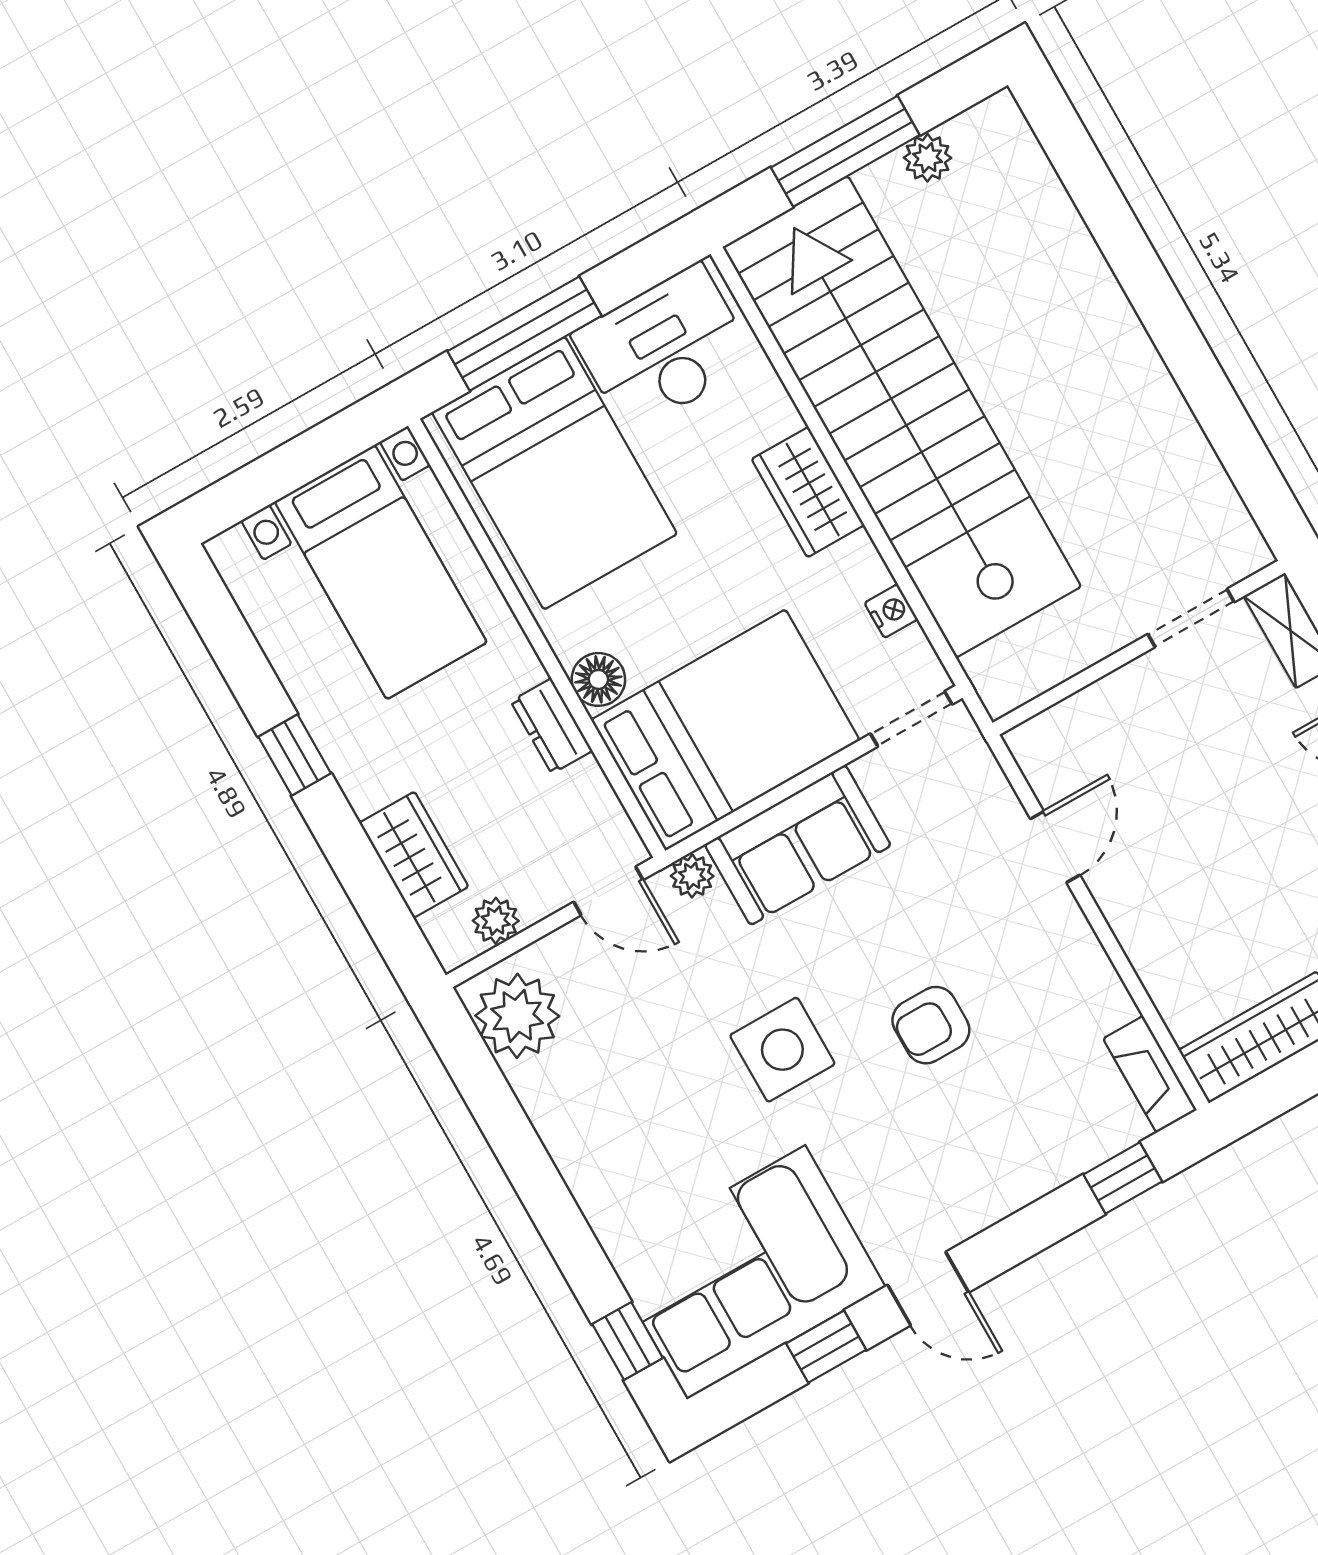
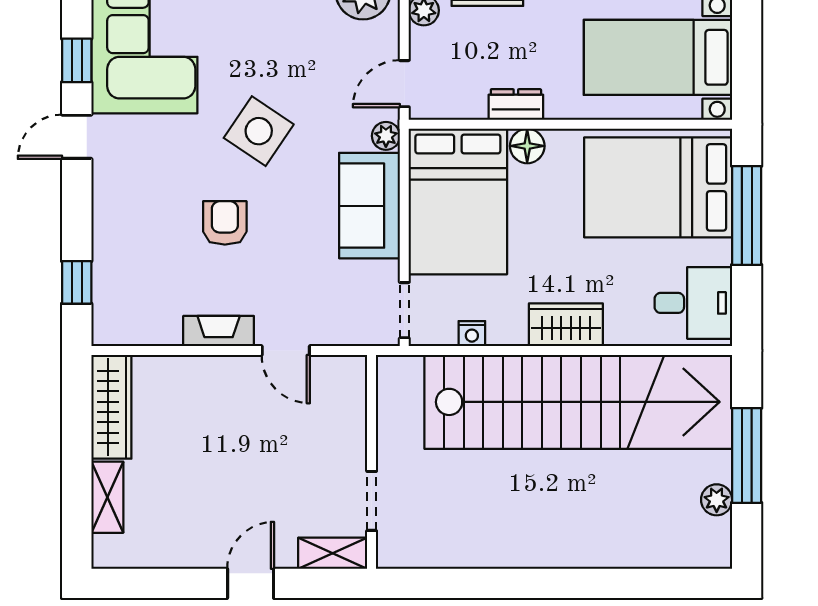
desk: (664, 348) -> (693, 303), width x0.73
side table: (782, 1050) -> (259, 131), turned 34
fireplace: (1150, 1074) -> (219, 331), moved

